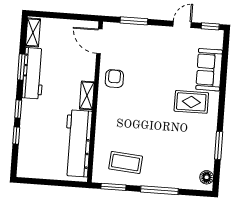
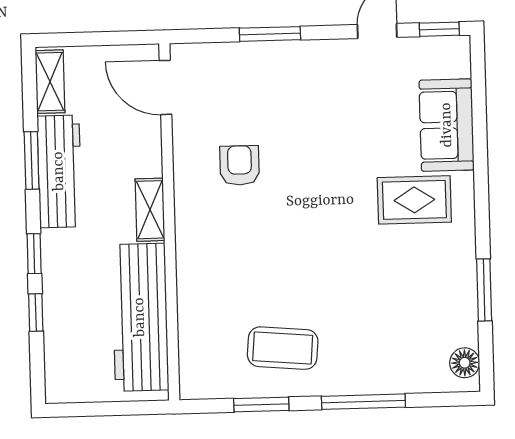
door: (99, 41) -> (165, 87), moved
shelving: (87, 95) -> (150, 210), moved
wall: (95, 102) -> (169, 222), moved
workbench: (78, 143) -> (140, 317), moved

